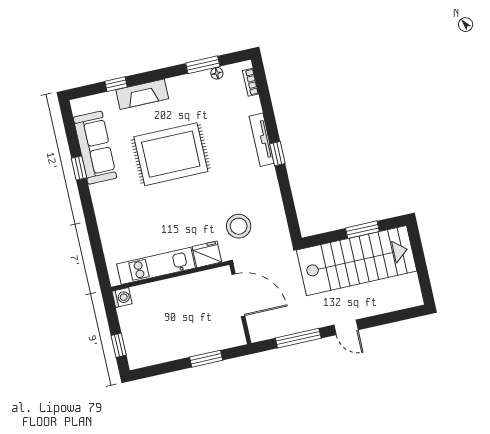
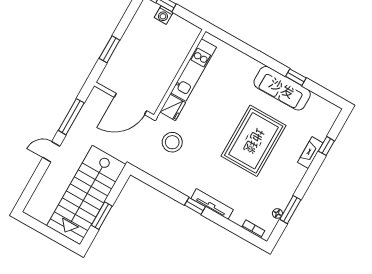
fireplace: (142, 94) -> (310, 153), width x0.73, depth x0.76
sofa: (95, 148) -> (282, 88), moved
washing machine: (122, 298) -> (164, 15), moved

